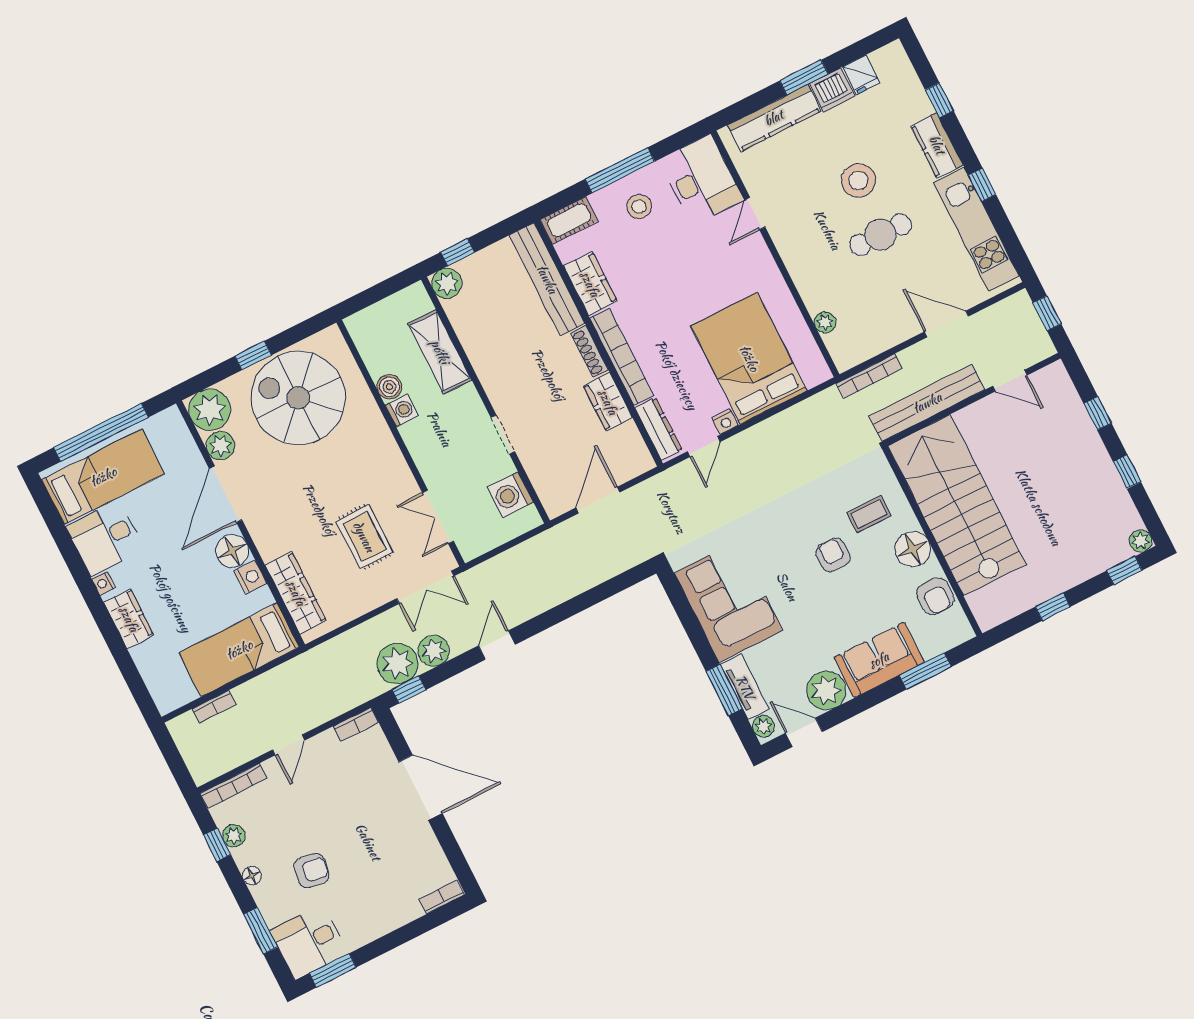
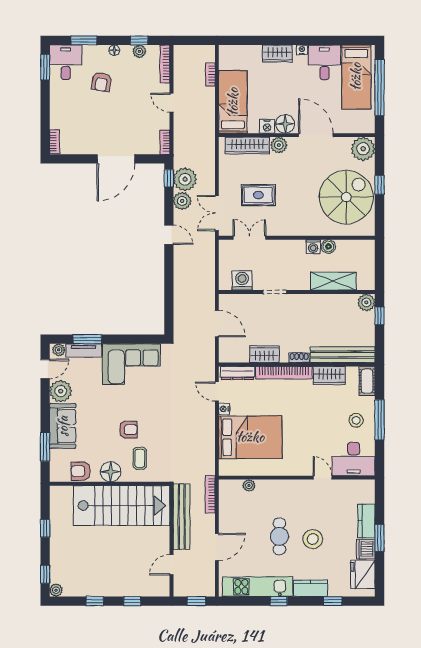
fridge: (861, 75) -> (363, 574), width x1.88, depth x1.34
kitchen counter: (774, 118) -> (366, 521), width x0.67
shoe rack: (590, 352) -> (299, 358), width x0.70
plant: (220, 446) -> (279, 145), moved

